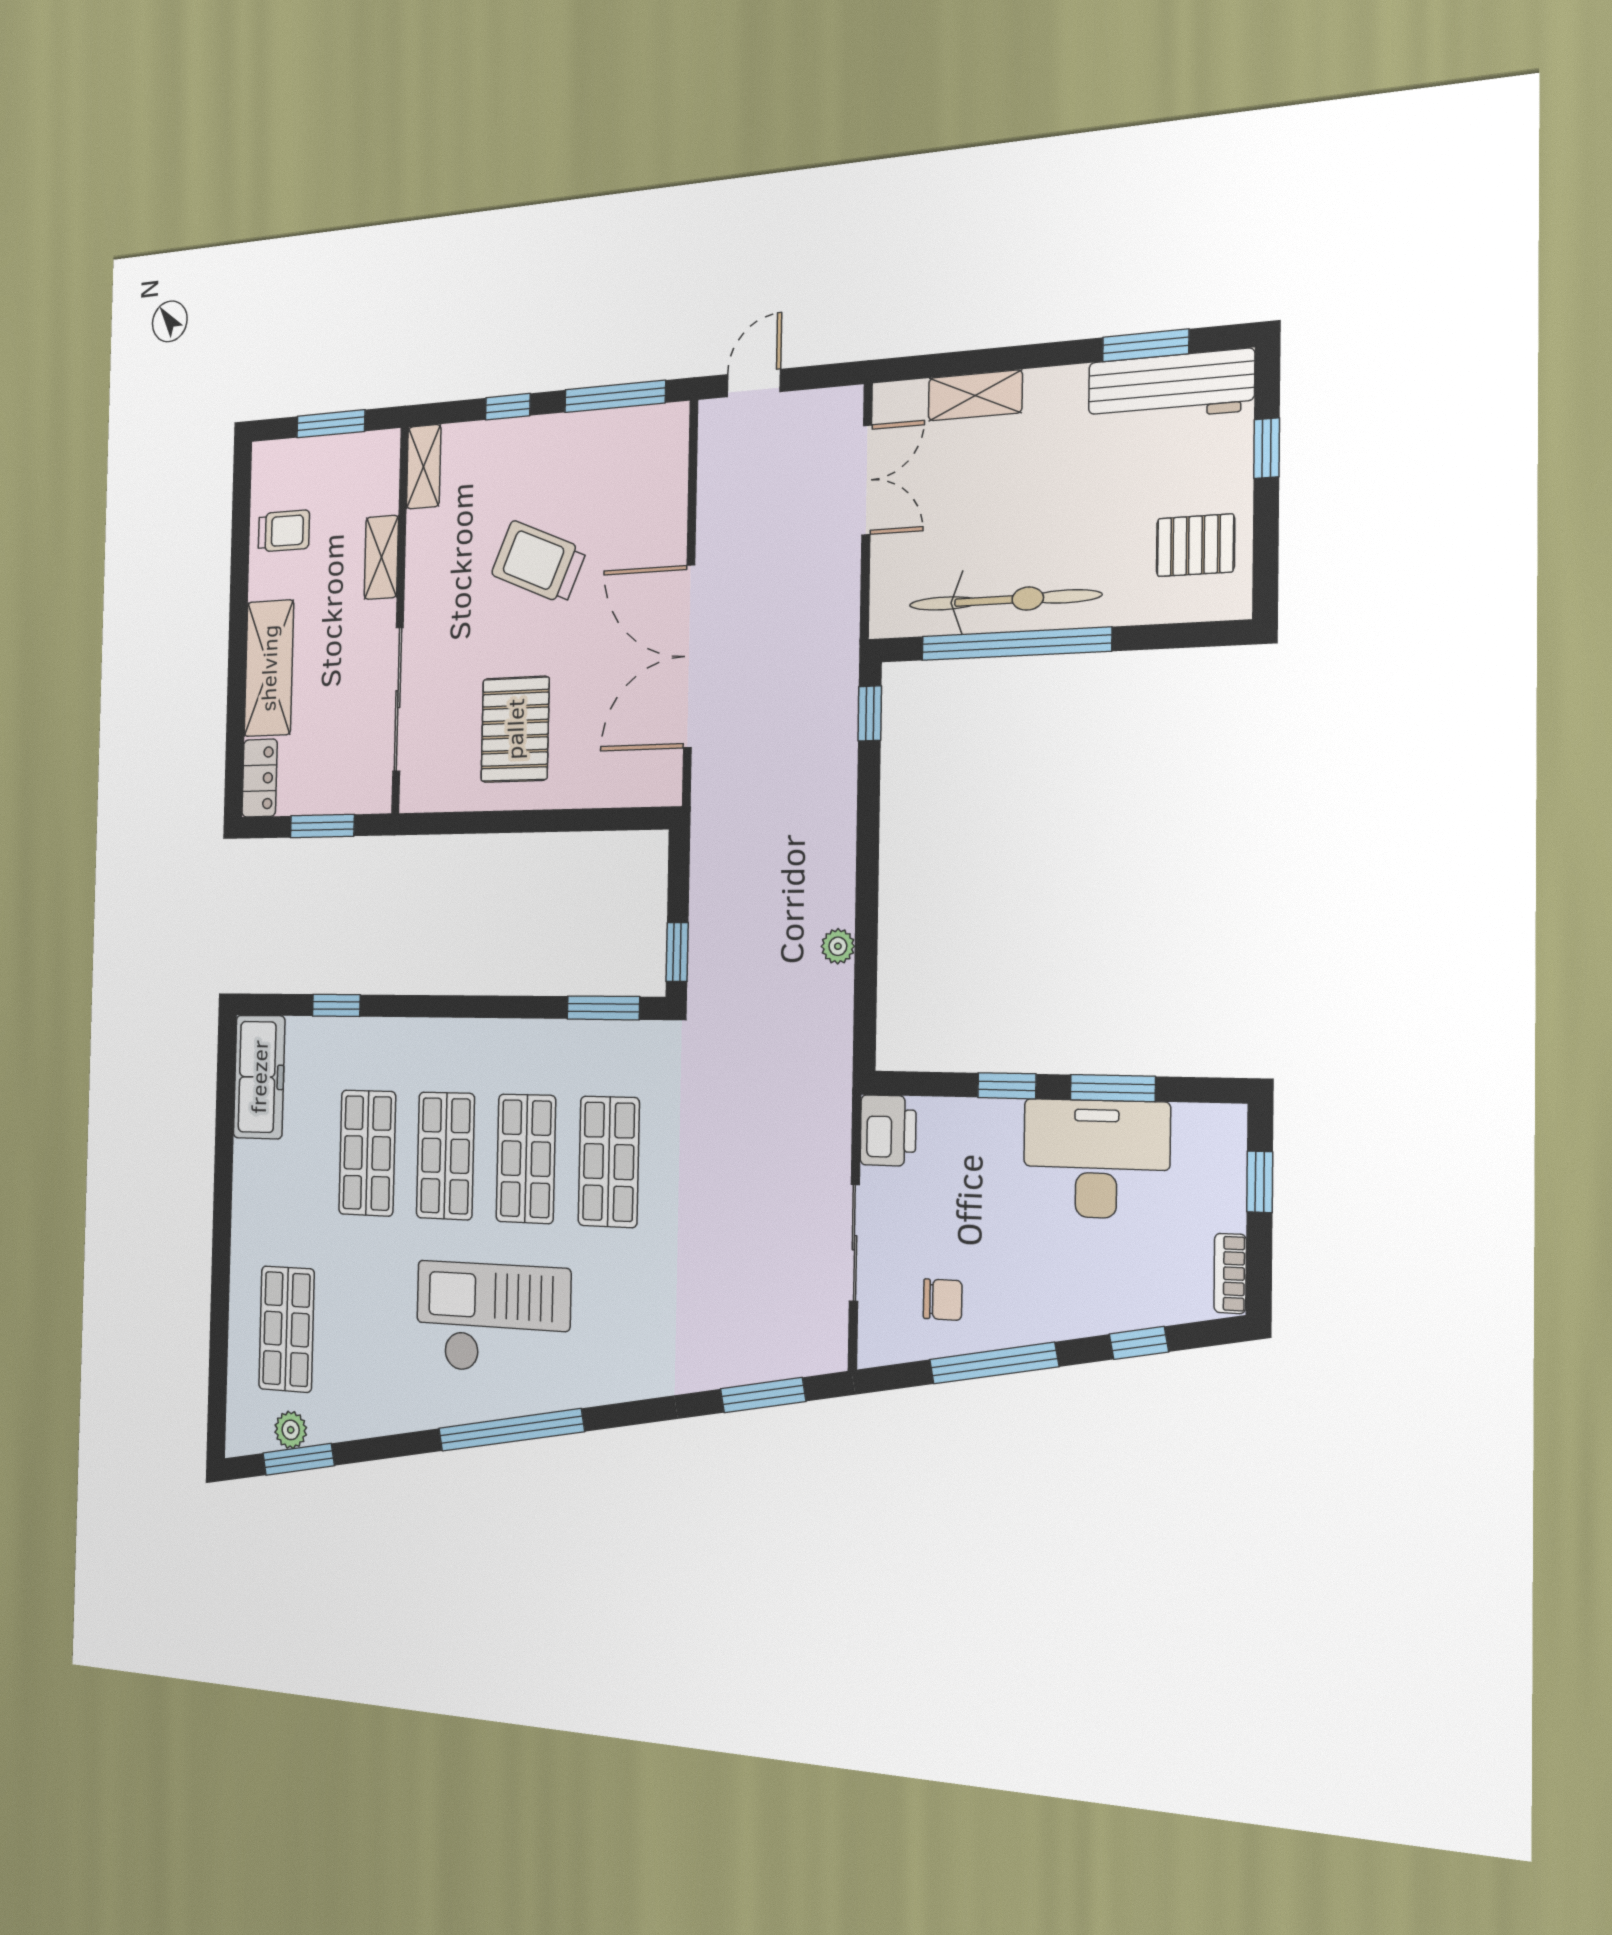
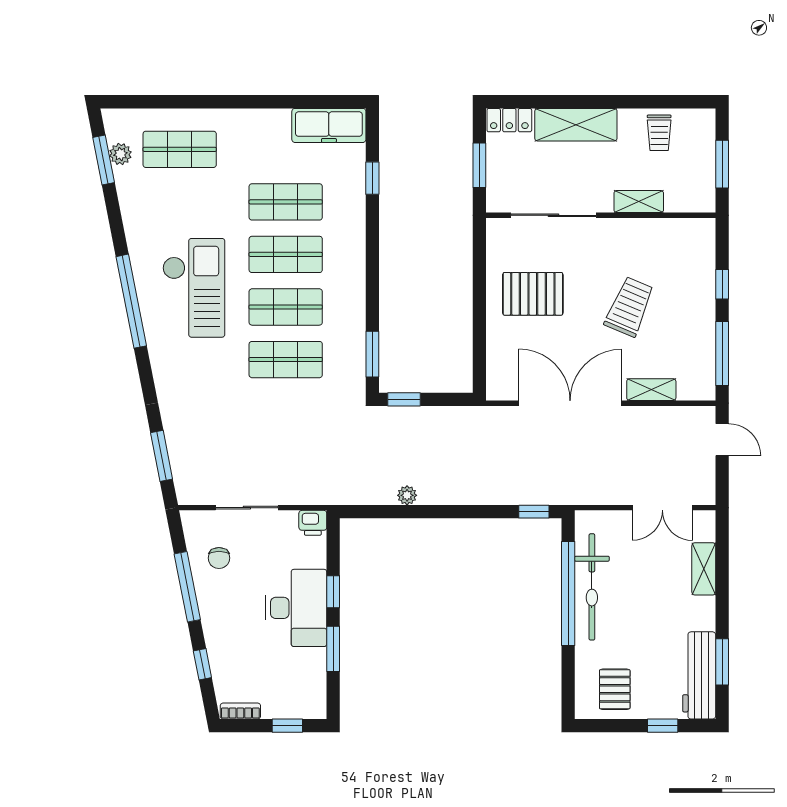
shelving: (424, 467) -> (651, 390), moved
printer: (888, 1130) -> (313, 523), width x0.73, depth x0.81
desk: (1096, 1159) -> (296, 608), moved

